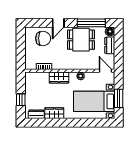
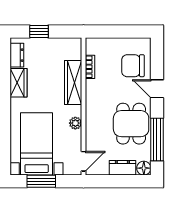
chair: (43, 38) -> (133, 66), turned 90
wardrobe: (59, 78) -> (73, 83), width x1.50

